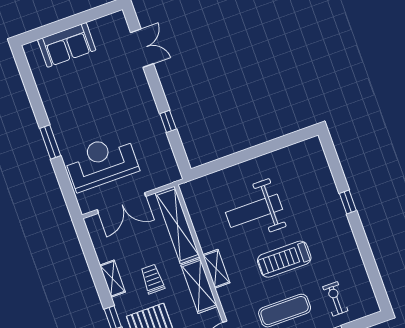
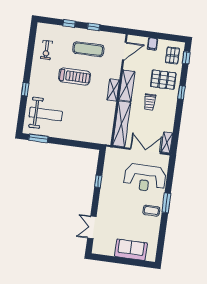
coffee table: (66, 119) -> (151, 211), added
window: (290, 139) -> (38, 138), added
weight bench: (254, 211) -> (46, 114), moved
shelving: (112, 279) -> (167, 143), moved
exercise bike: (335, 299) -> (46, 50), moved

